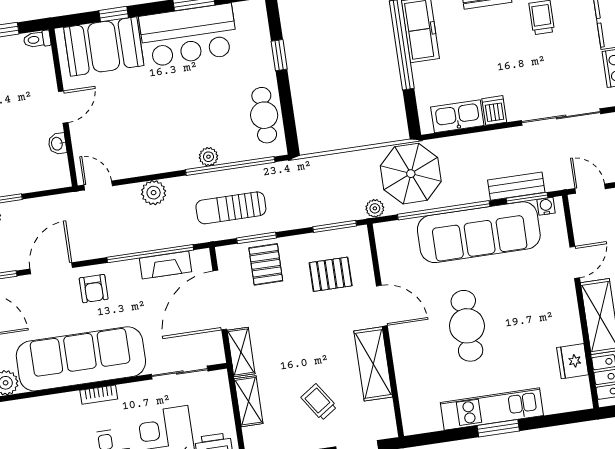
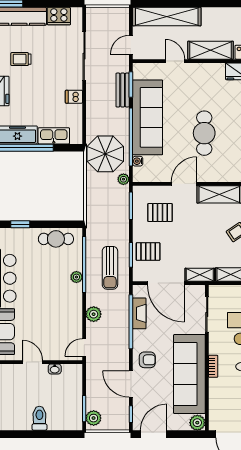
kitchen sink: (457, 116) -> (54, 136), moved, turned 90
water cooler: (546, 206) -> (138, 161), moved
pallet: (331, 274) -> (160, 213), turned 90
cafe table: (467, 326) -> (204, 133), turned 90

